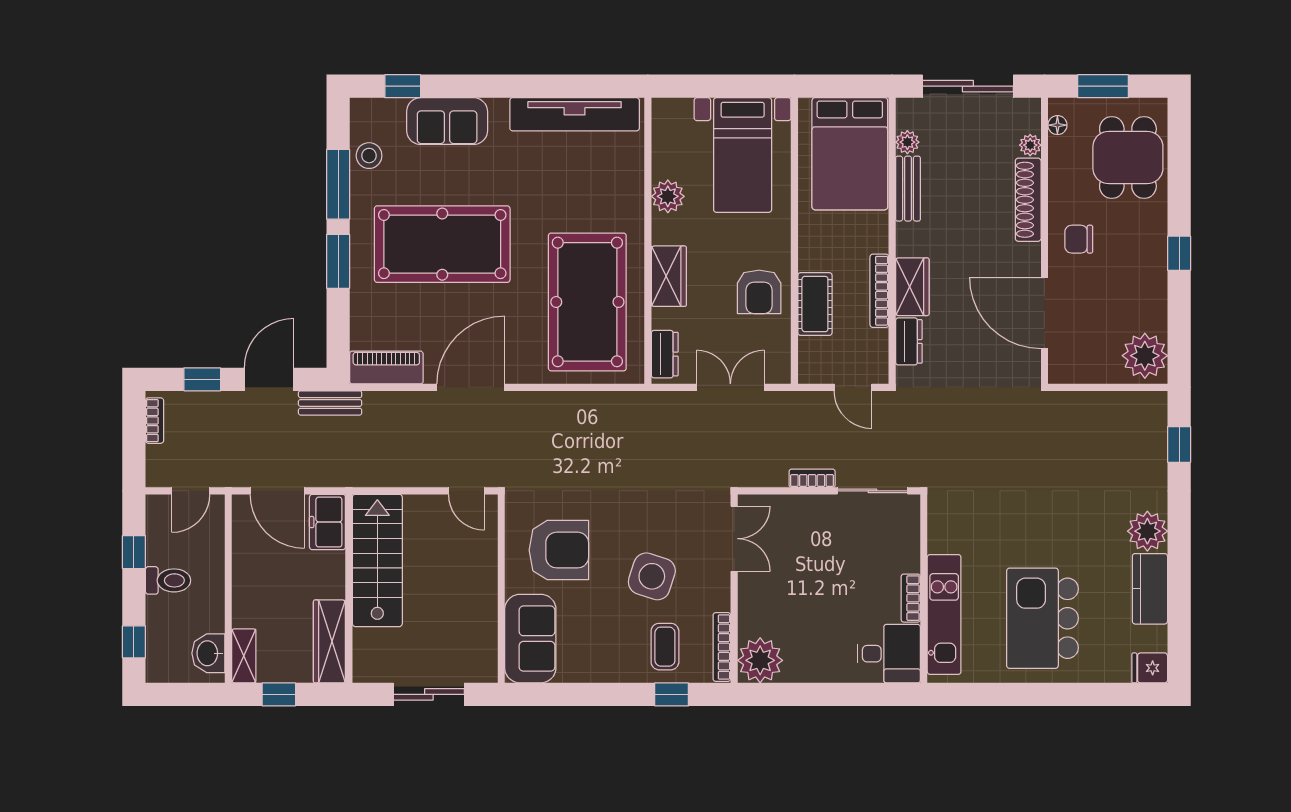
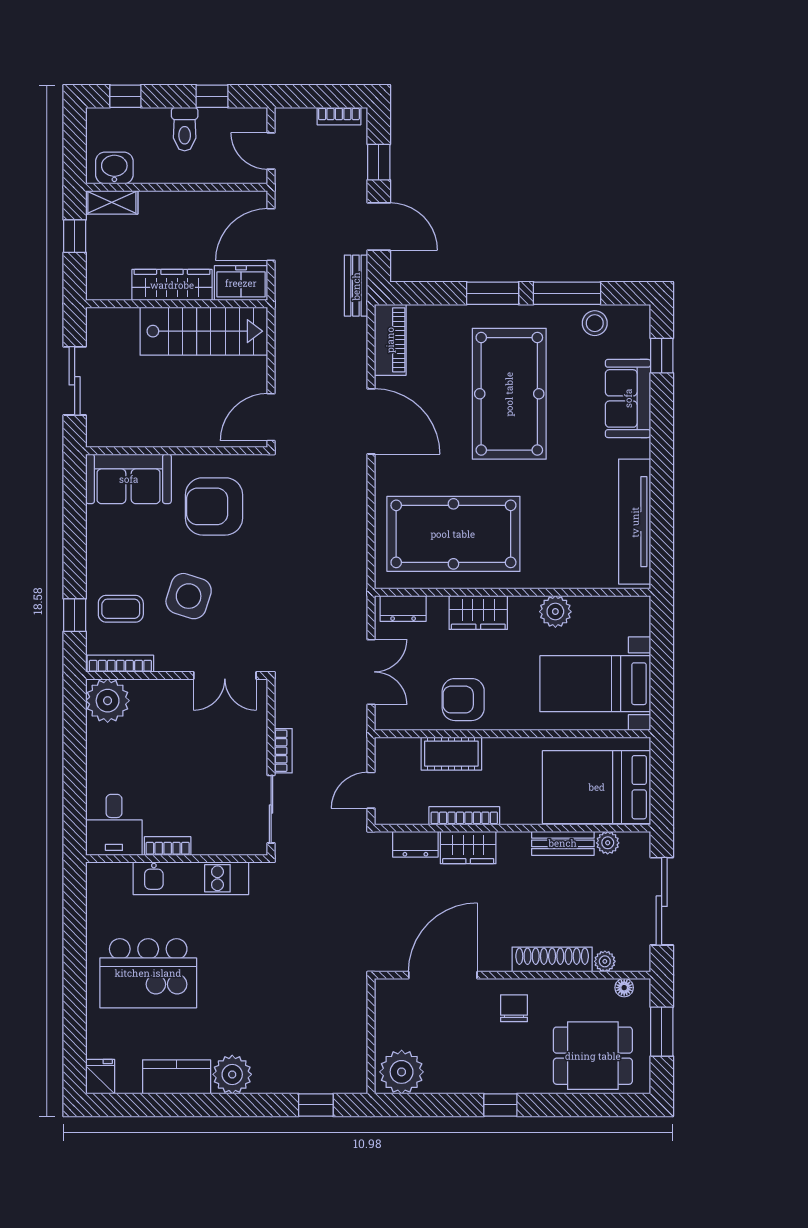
door: (466, 491) -> (271, 417), width x1.38
armchair: (559, 550) -> (214, 506), turned 90
kitchen unit: (944, 614) -> (191, 878), moved
kitchen island: (1043, 618) -> (148, 973), turned 180
wardrobe: (329, 641) -> (172, 285), moved

